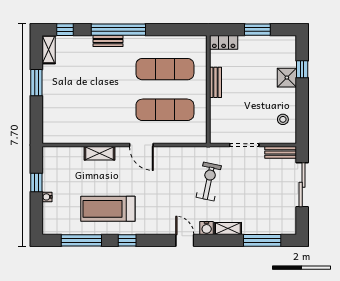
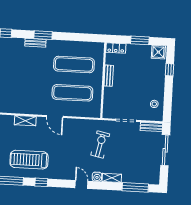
window: (118, 30) -> (43, 35), width x0.47
shower: (287, 78) -> (158, 52), moved

